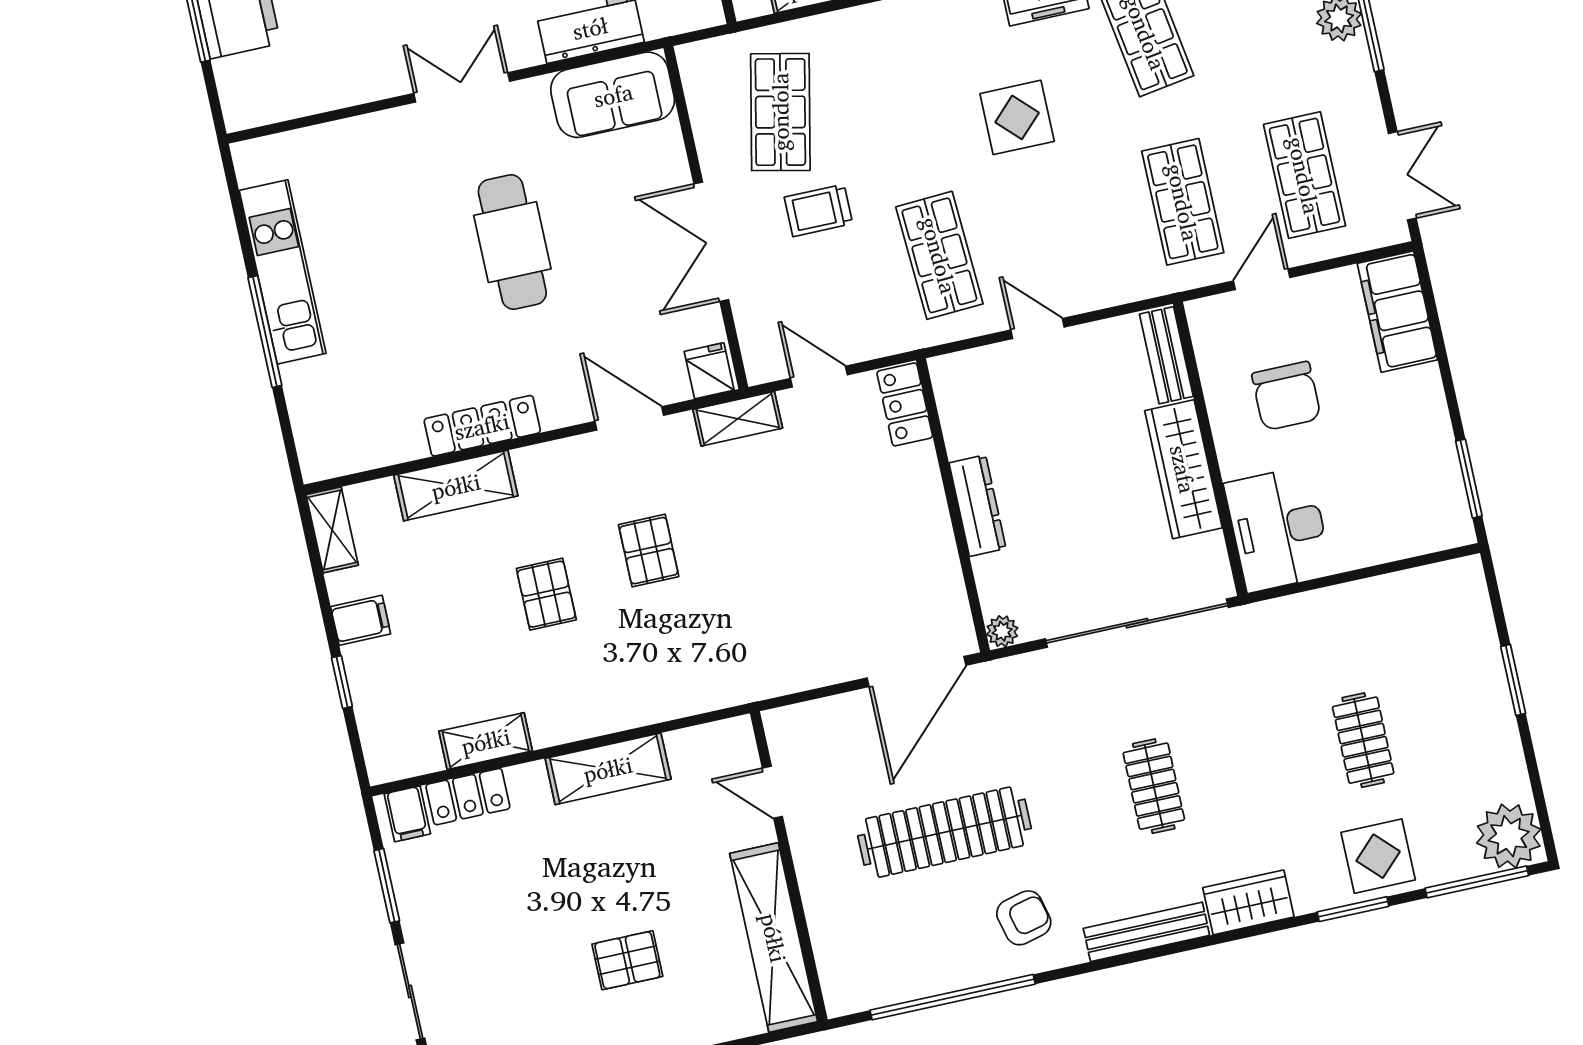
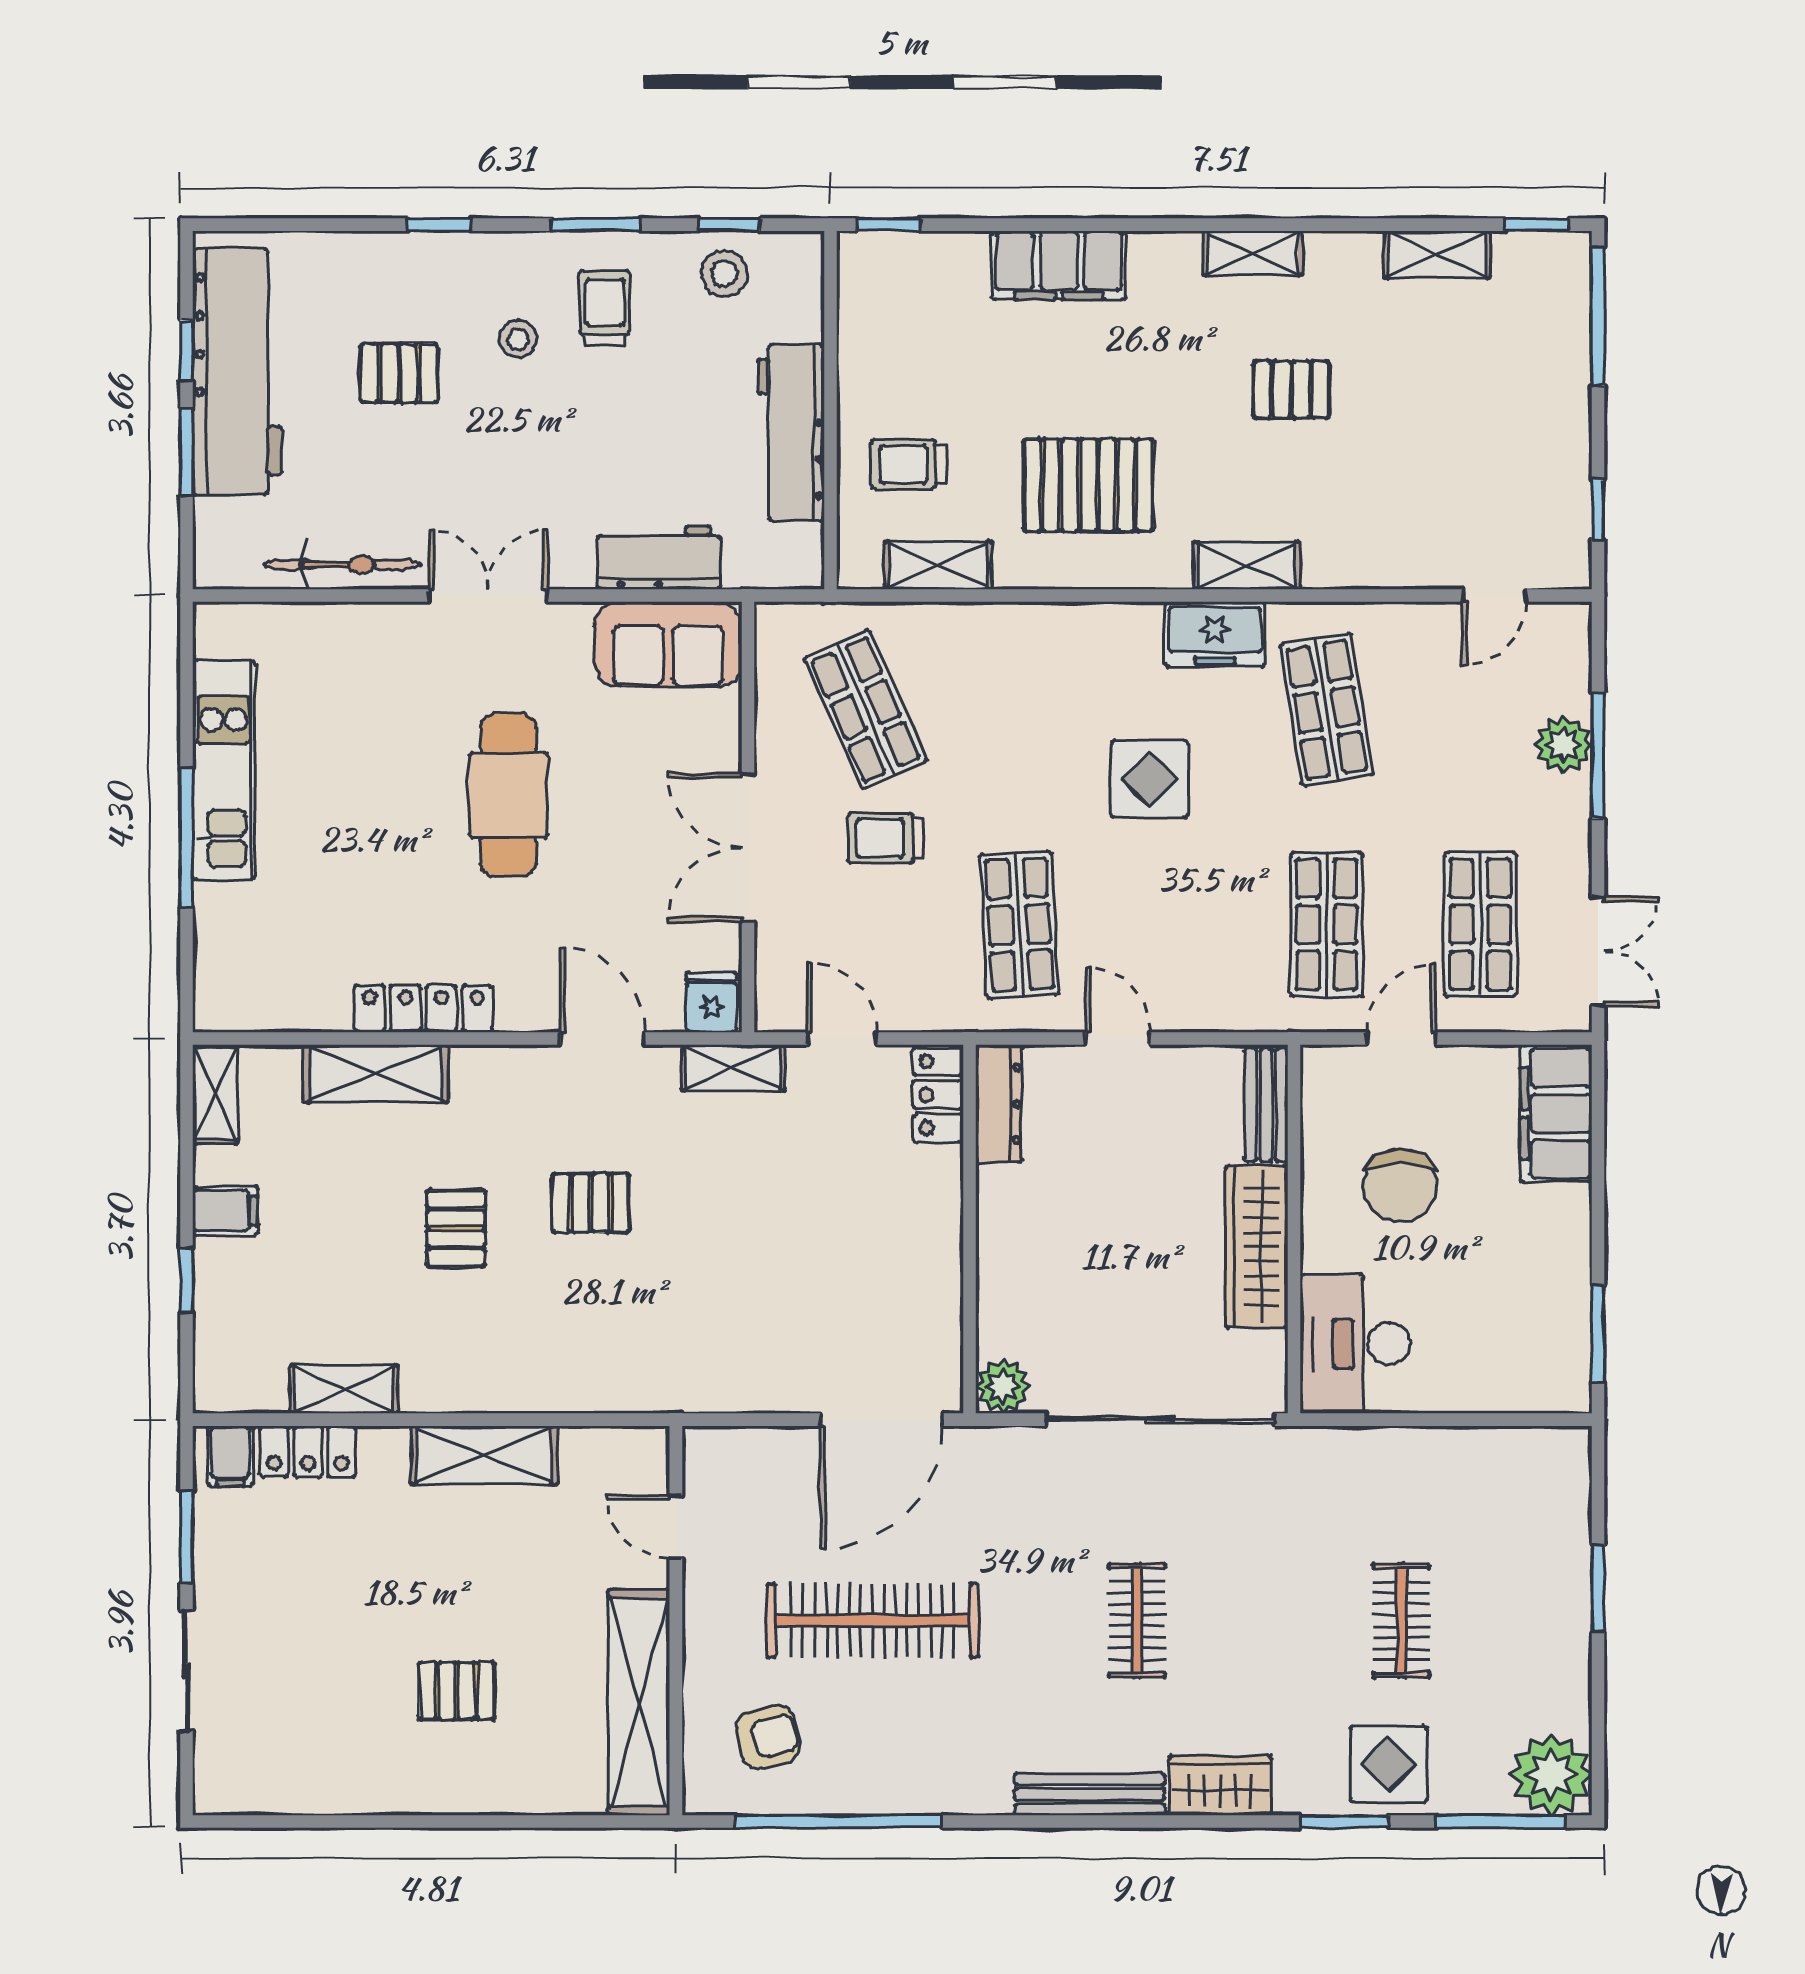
bicycle: (341, 88) -> (343, 565), added
shop shelf: (780, 112) -> (866, 710), turned -36
dresser: (978, 506) -> (999, 1104), moved
pallet: (649, 551) -> (591, 1203), turned 90
plant: (1002, 631) -> (1003, 1386), width x1.38, depth x1.38
armchair: (1024, 918) -> (768, 1737), moved

